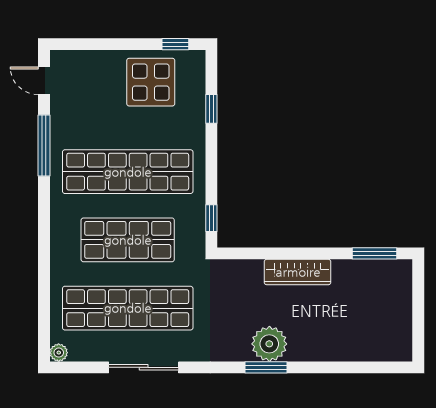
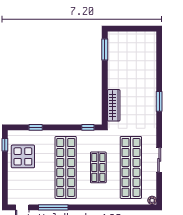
shop shelf: (128, 240) -> (98, 167), width x0.70, depth x0.74
wardrobe: (298, 272) -> (114, 105), moved
plant: (269, 344) -> (148, 100), removed
sliding door: (144, 367) -> (159, 160), width x0.73

